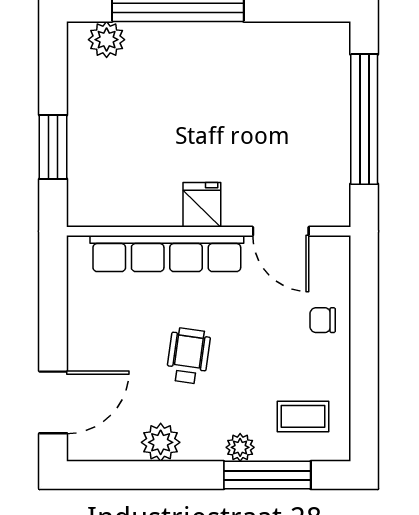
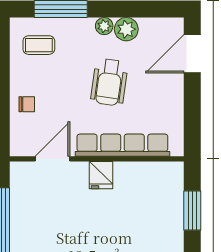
door: (281, 231) -> (52, 159), hinge flipped
wheelchair: (188, 356) -> (109, 82), width x1.36, depth x1.37
plant: (240, 447) -> (104, 26), moved

